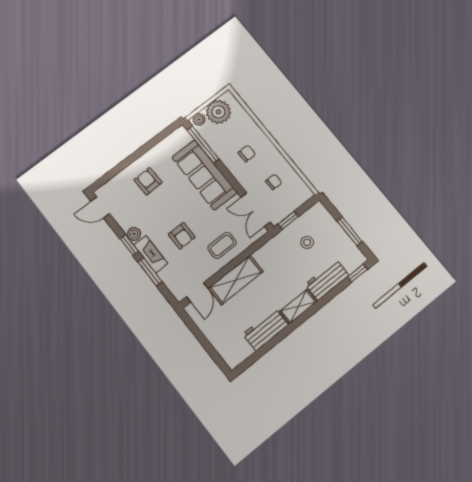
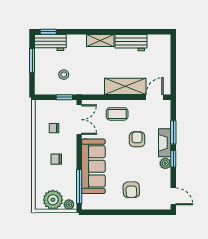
workbench: (327, 280) -> (50, 42), moved

